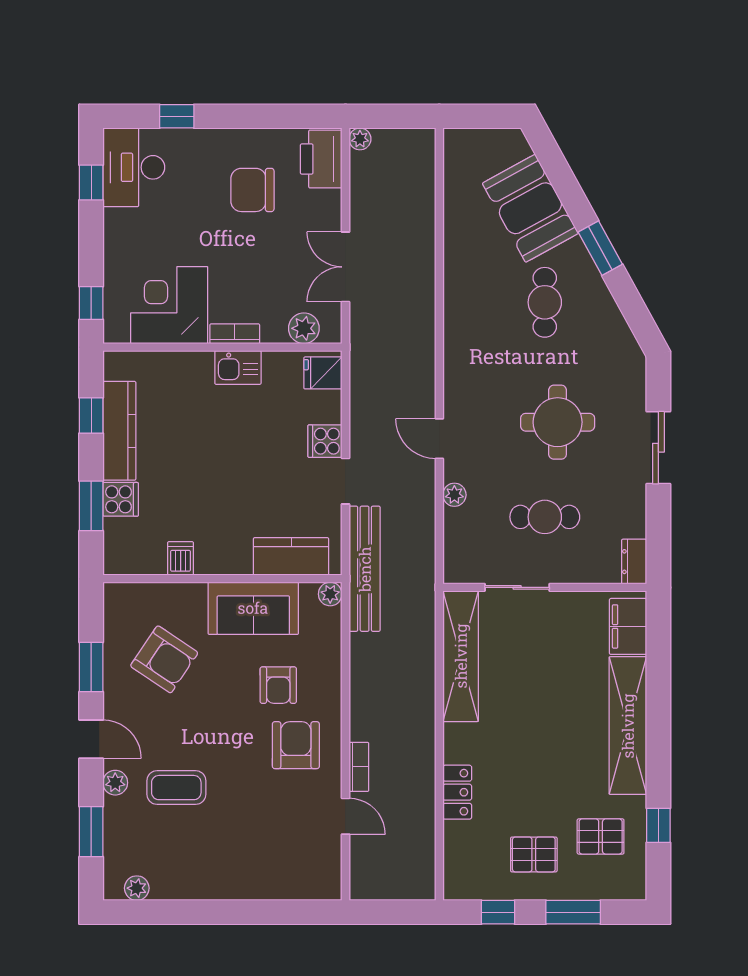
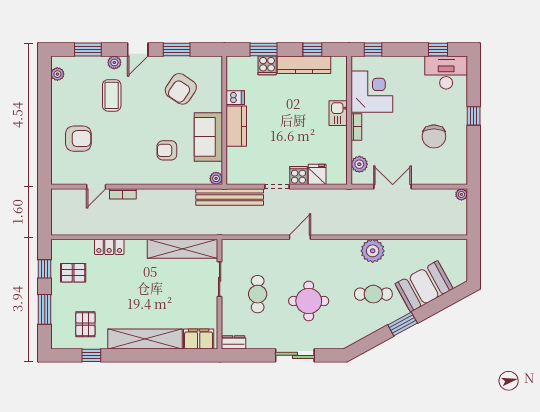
window: (177, 116) -> (474, 116), moved
printer: (321, 159) -> (451, 174), removed
chair: (252, 190) -> (434, 136), turned 180
kitchen sink: (238, 367) -> (338, 113), moved
fridge: (323, 373) -> (317, 174), moved
plant: (454, 495) -> (373, 251), moved, width x1.88, depth x1.88
kitchen counter: (291, 556) -> (236, 126), moved
armchair: (296, 745) -> (78, 139), moved
pallet: (534, 854) -> (73, 273), moved, turned 90

